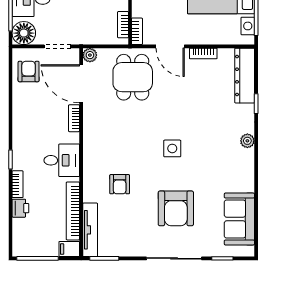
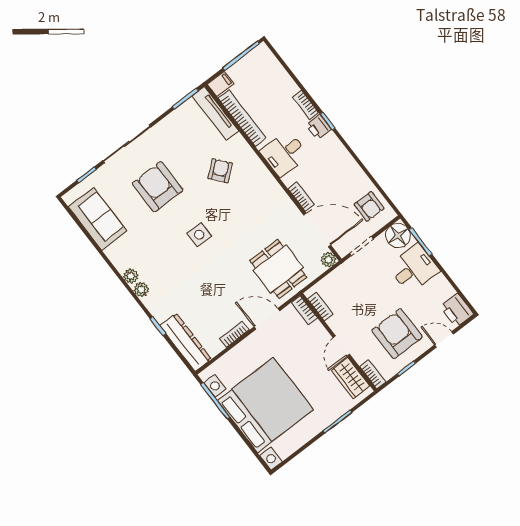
plant: (247, 157) -> (131, 276), added
armchair: (120, 184) -> (220, 171), turned 51
printer: (20, 208) -> (319, 127), moved

